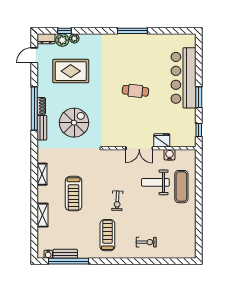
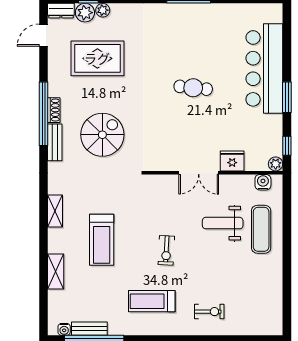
plant: (191, 142) -> (276, 164), added
water cooler: (170, 155) -> (263, 182), moved
treadmill: (107, 235) -> (152, 301), turned -90

